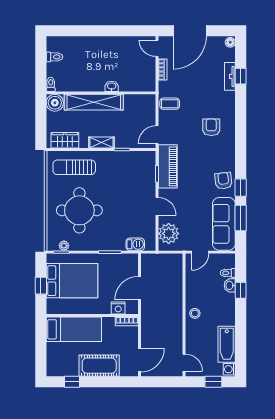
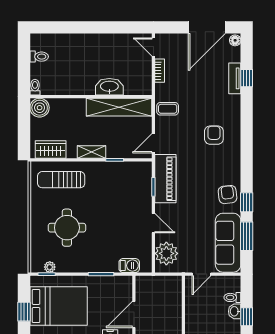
door: (190, 31) -> (207, 27), moved
washbasin: (112, 86) -> (109, 87), width x1.91, depth x1.45
shelving: (94, 102) -> (119, 107), moved
round table: (79, 210) -> (67, 228), width x0.73, depth x0.73

